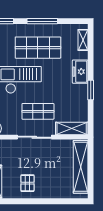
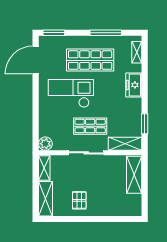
window: (42, 21) -> (106, 33), moved
window: (91, 90) -> (145, 124), moved
shelving: (81, 167) -> (134, 175), width x0.68

